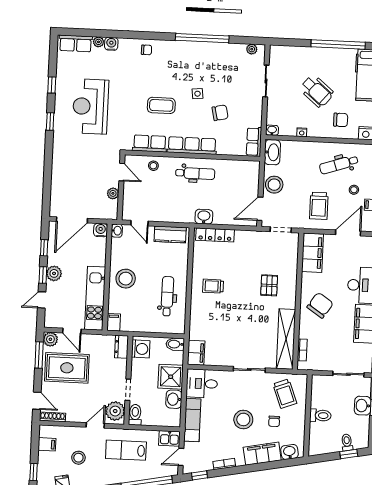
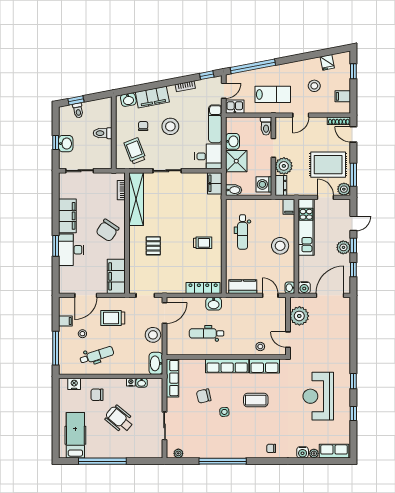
reception desk: (91, 106) -> (318, 396), turned 180
washbasin: (272, 130) -> (142, 383), moved
row of seats: (254, 142) -> (173, 378), width x1.48
dental chair: (195, 173) -> (207, 333), moved
plant: (113, 193) -> (299, 316), width x1.88, depth x1.88
trolley: (319, 206) -> (113, 318), turned -90
plant: (115, 411) -> (284, 166), moved

